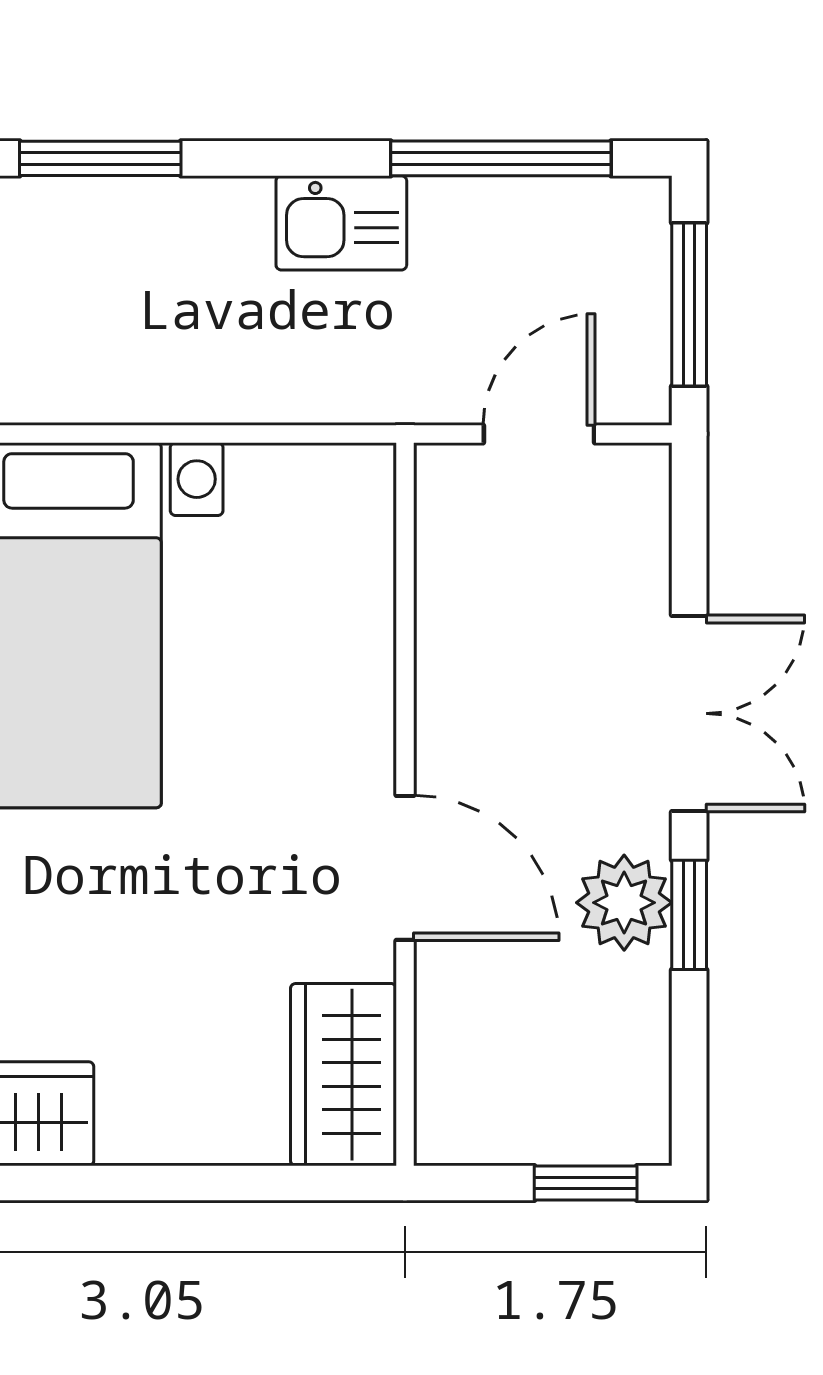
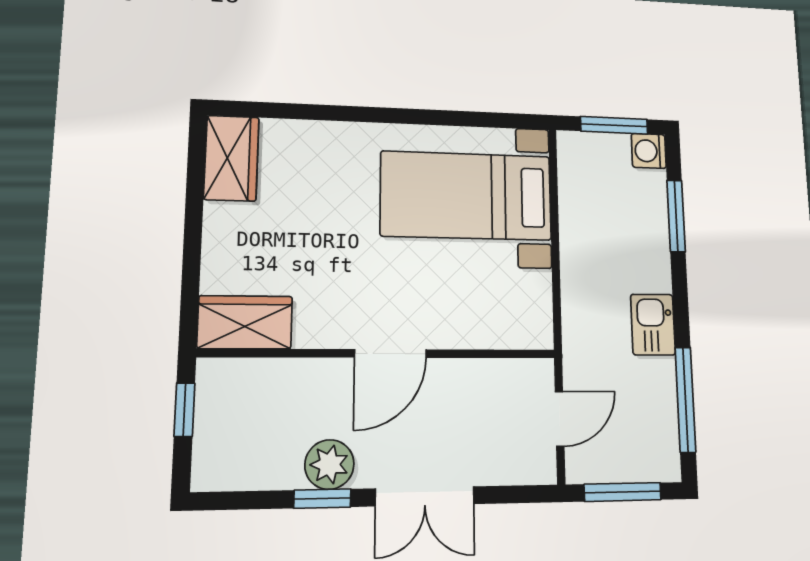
door: (539, 434) -> (560, 419), hinge flipped
door: (405, 868) -> (390, 353), moved
window: (586, 1183) -> (184, 410), moved

